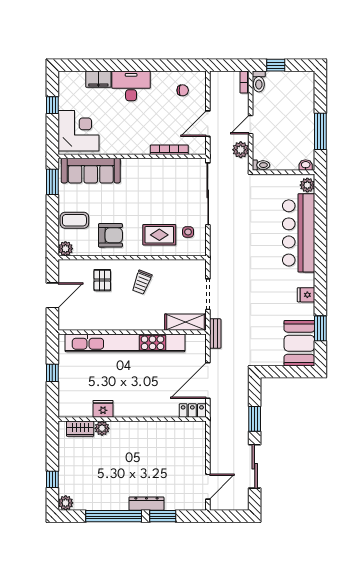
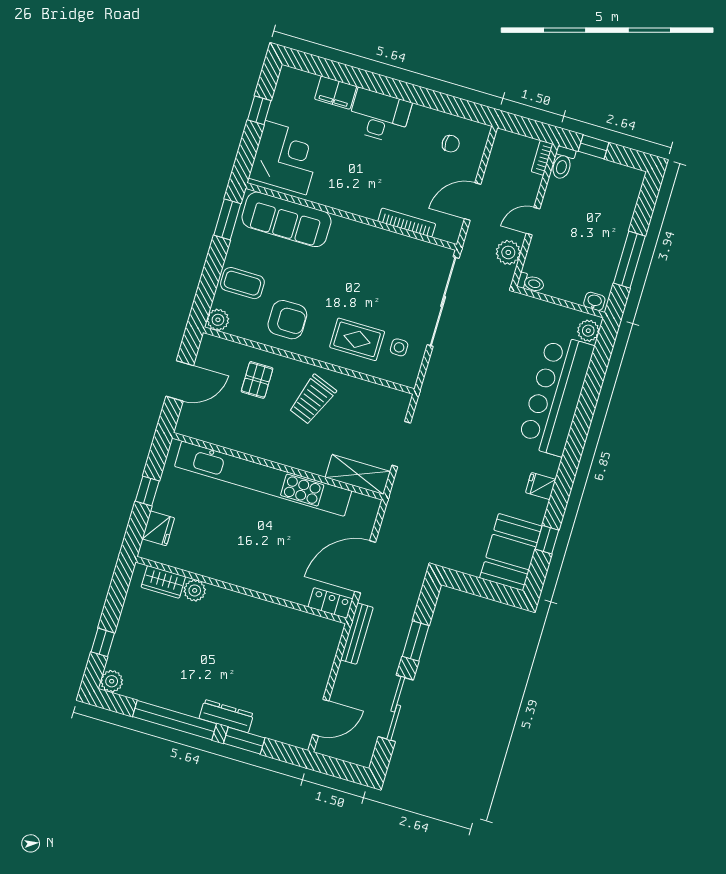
trolley: (142, 282) -> (312, 400), width x1.36, depth x1.39
window: (320, 328) -> (547, 540), width x0.67
bench: (215, 334) -> (357, 634), moved, width x1.36
fridge: (103, 409) -> (158, 528), moved, turned 90

